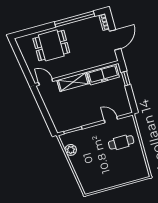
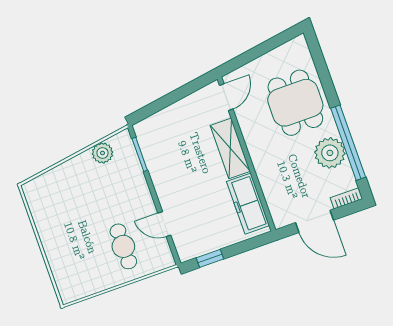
plant: (79, 29) -> (330, 153), added
window: (126, 78) -> (210, 258), moved
door: (111, 120) -> (164, 224), swing flipped

